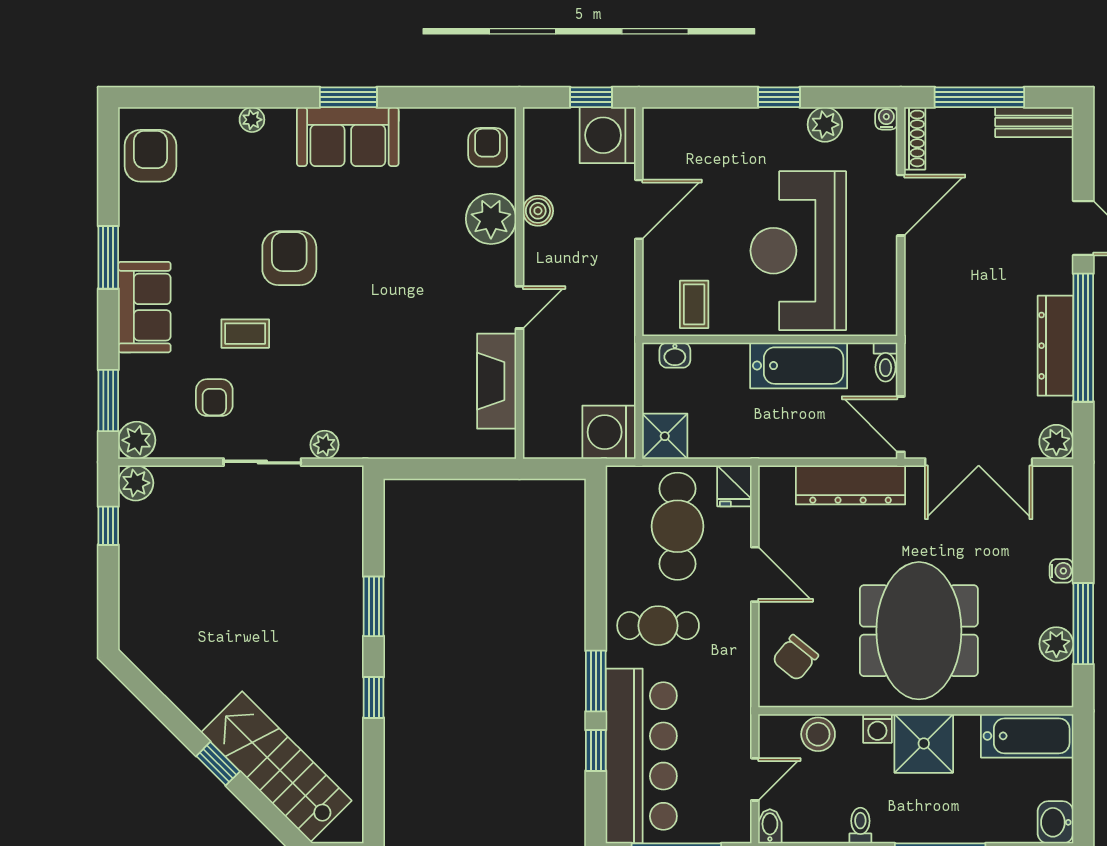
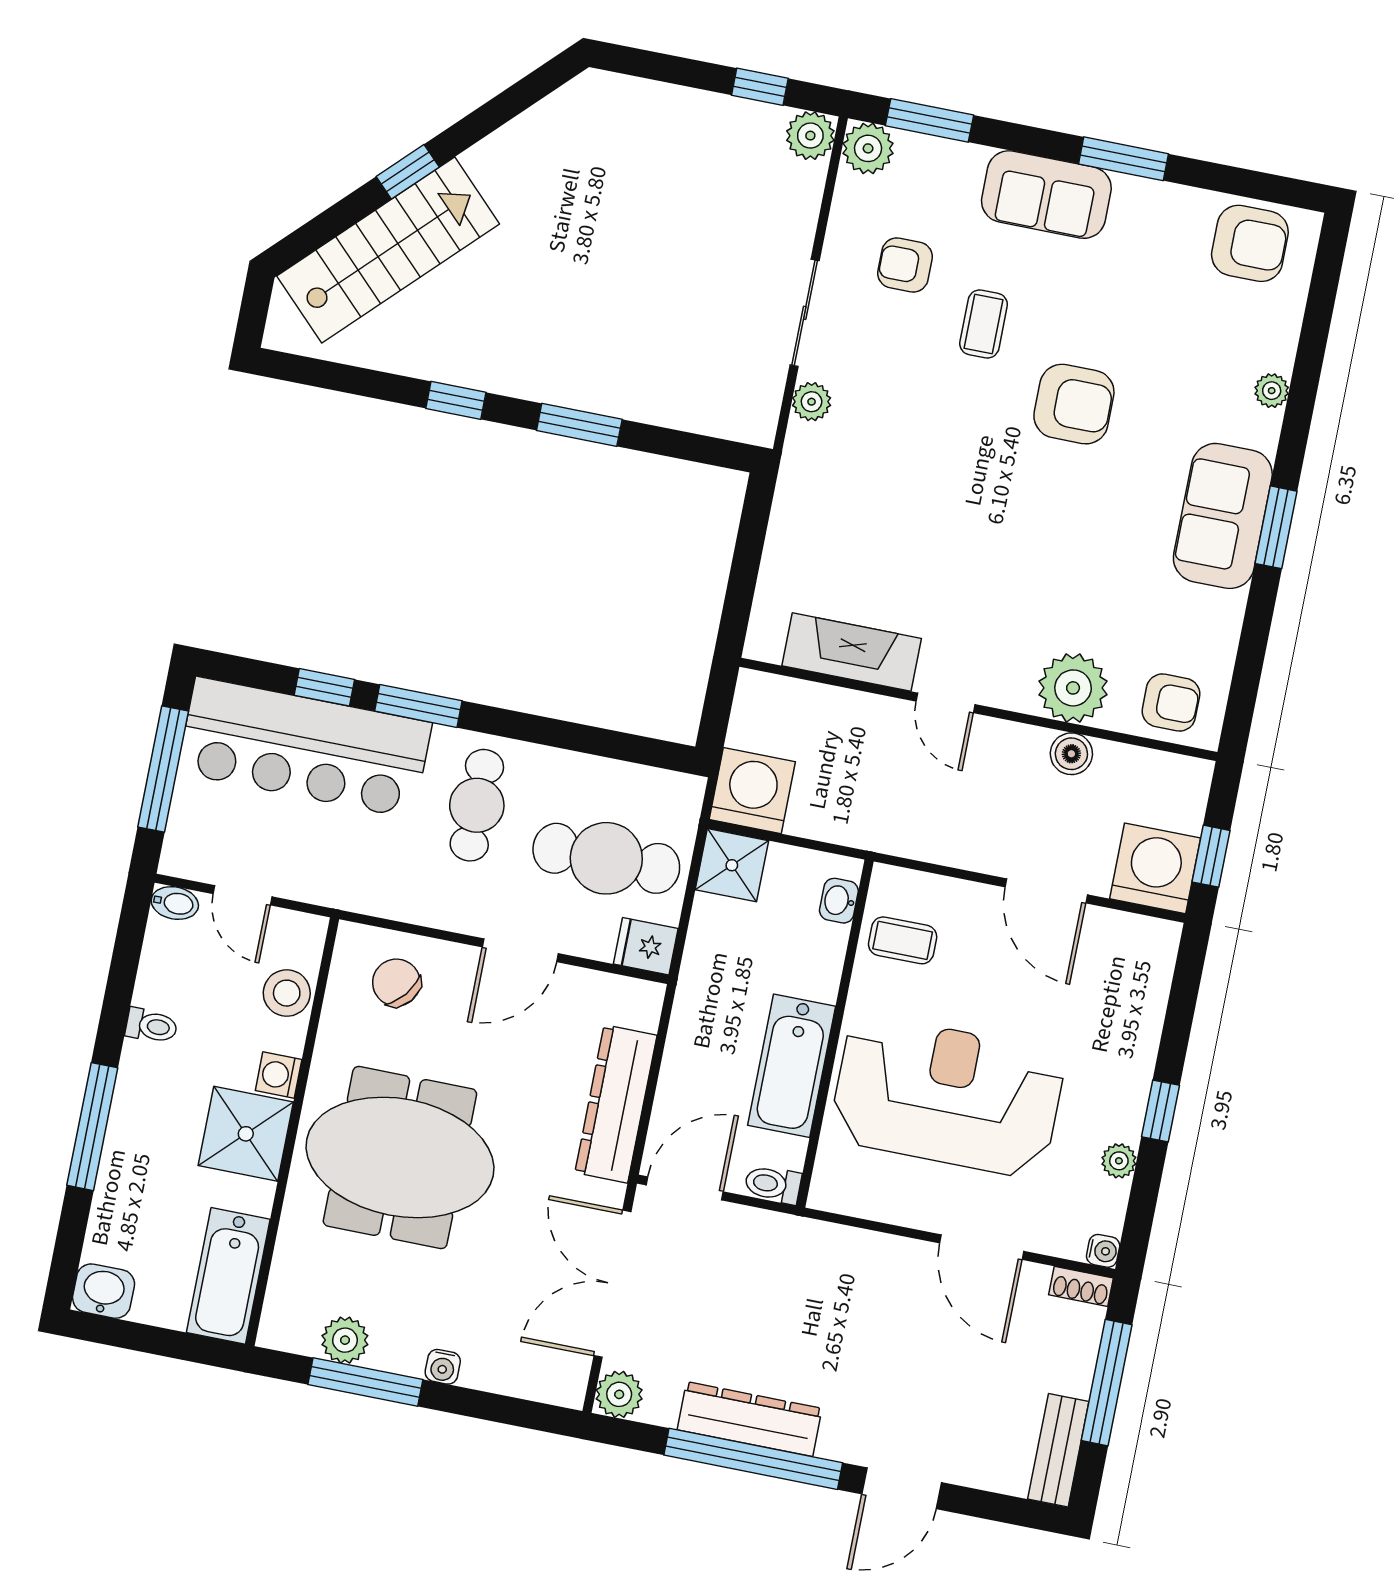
plant: (825, 125) -> (1119, 1161), width x0.73, depth x0.73
shoe rack: (915, 138) -> (1081, 1286), width x0.70

